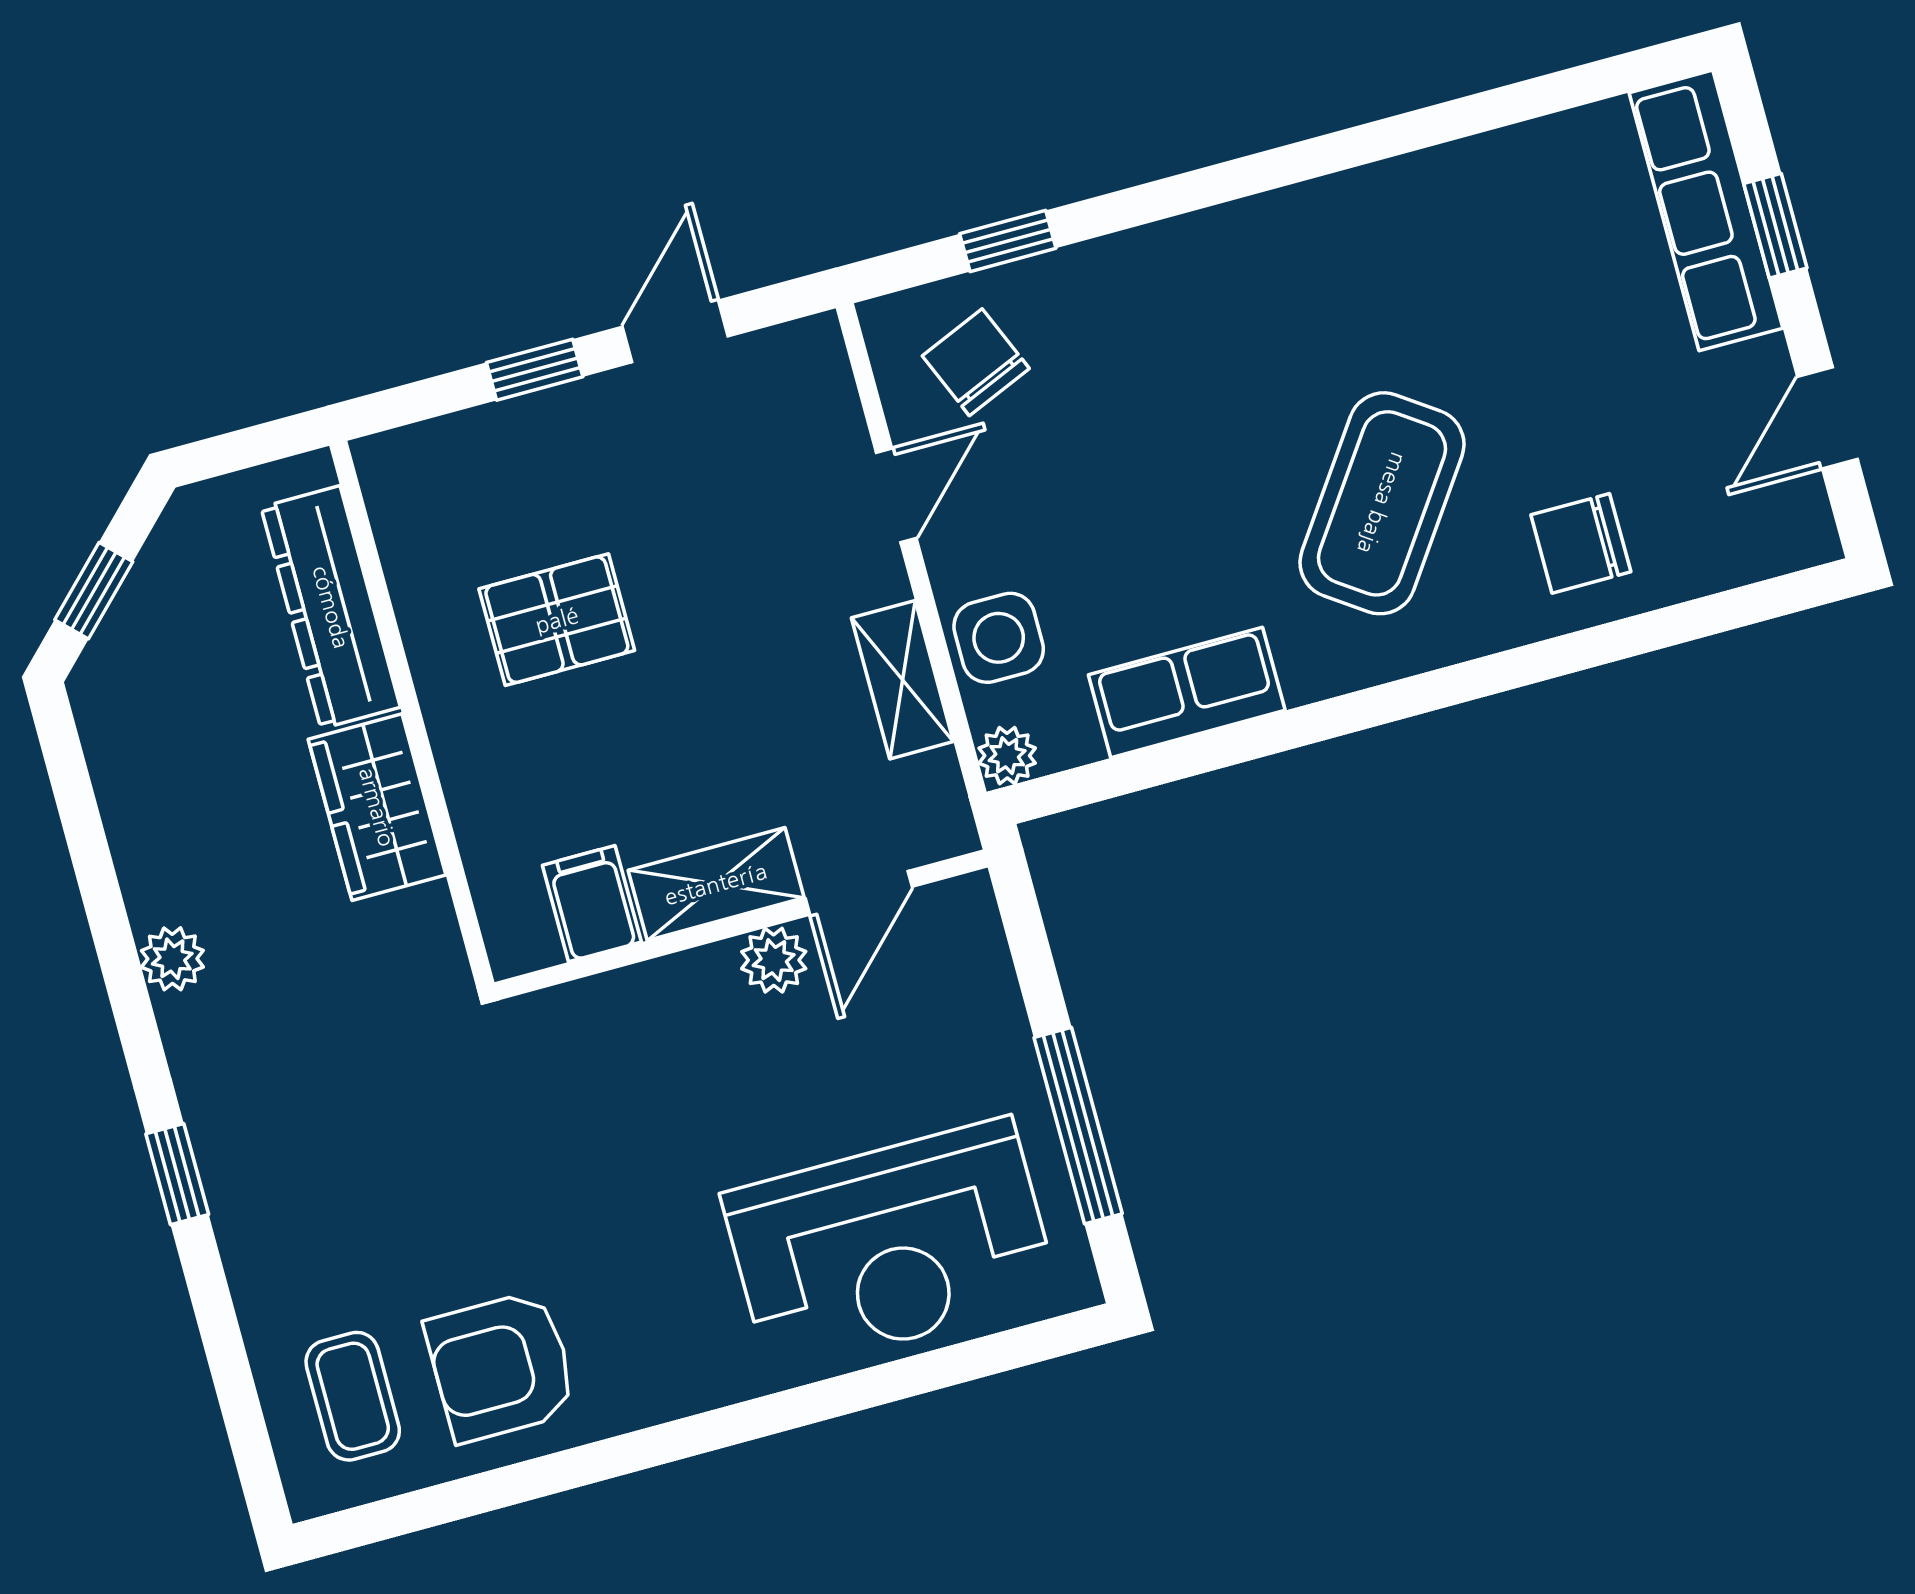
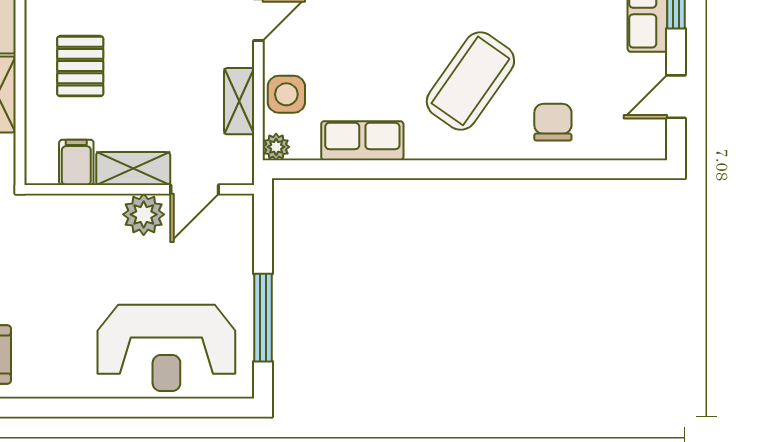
chair: (1581, 543) -> (553, 122), turned 90
pallet: (557, 620) -> (80, 66), moved, turned 90
plant: (774, 960) -> (144, 214), width x1.38, depth x1.38

